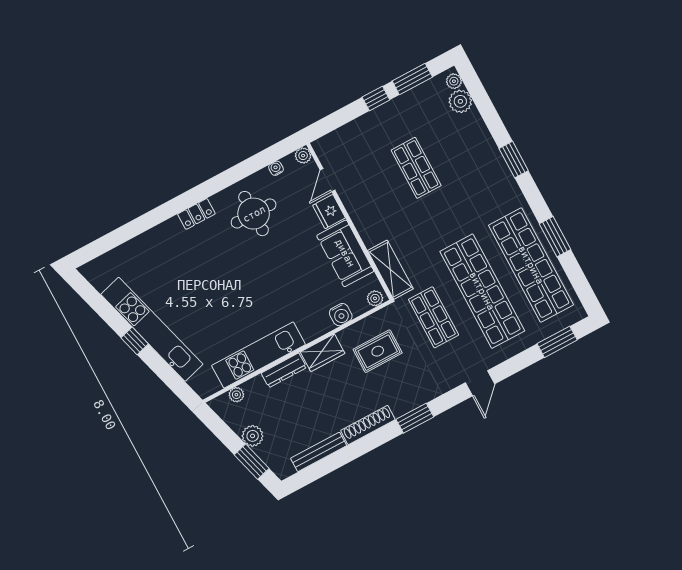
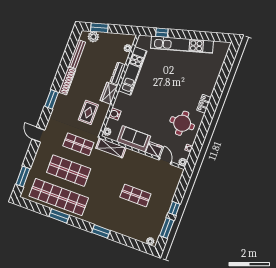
plant: (460, 101) -> (141, 236), removed
shop shelf: (482, 291) -> (69, 171), width x0.71
window: (135, 341) -> (162, 33), moved
plant: (253, 436) -> (93, 37), moved

